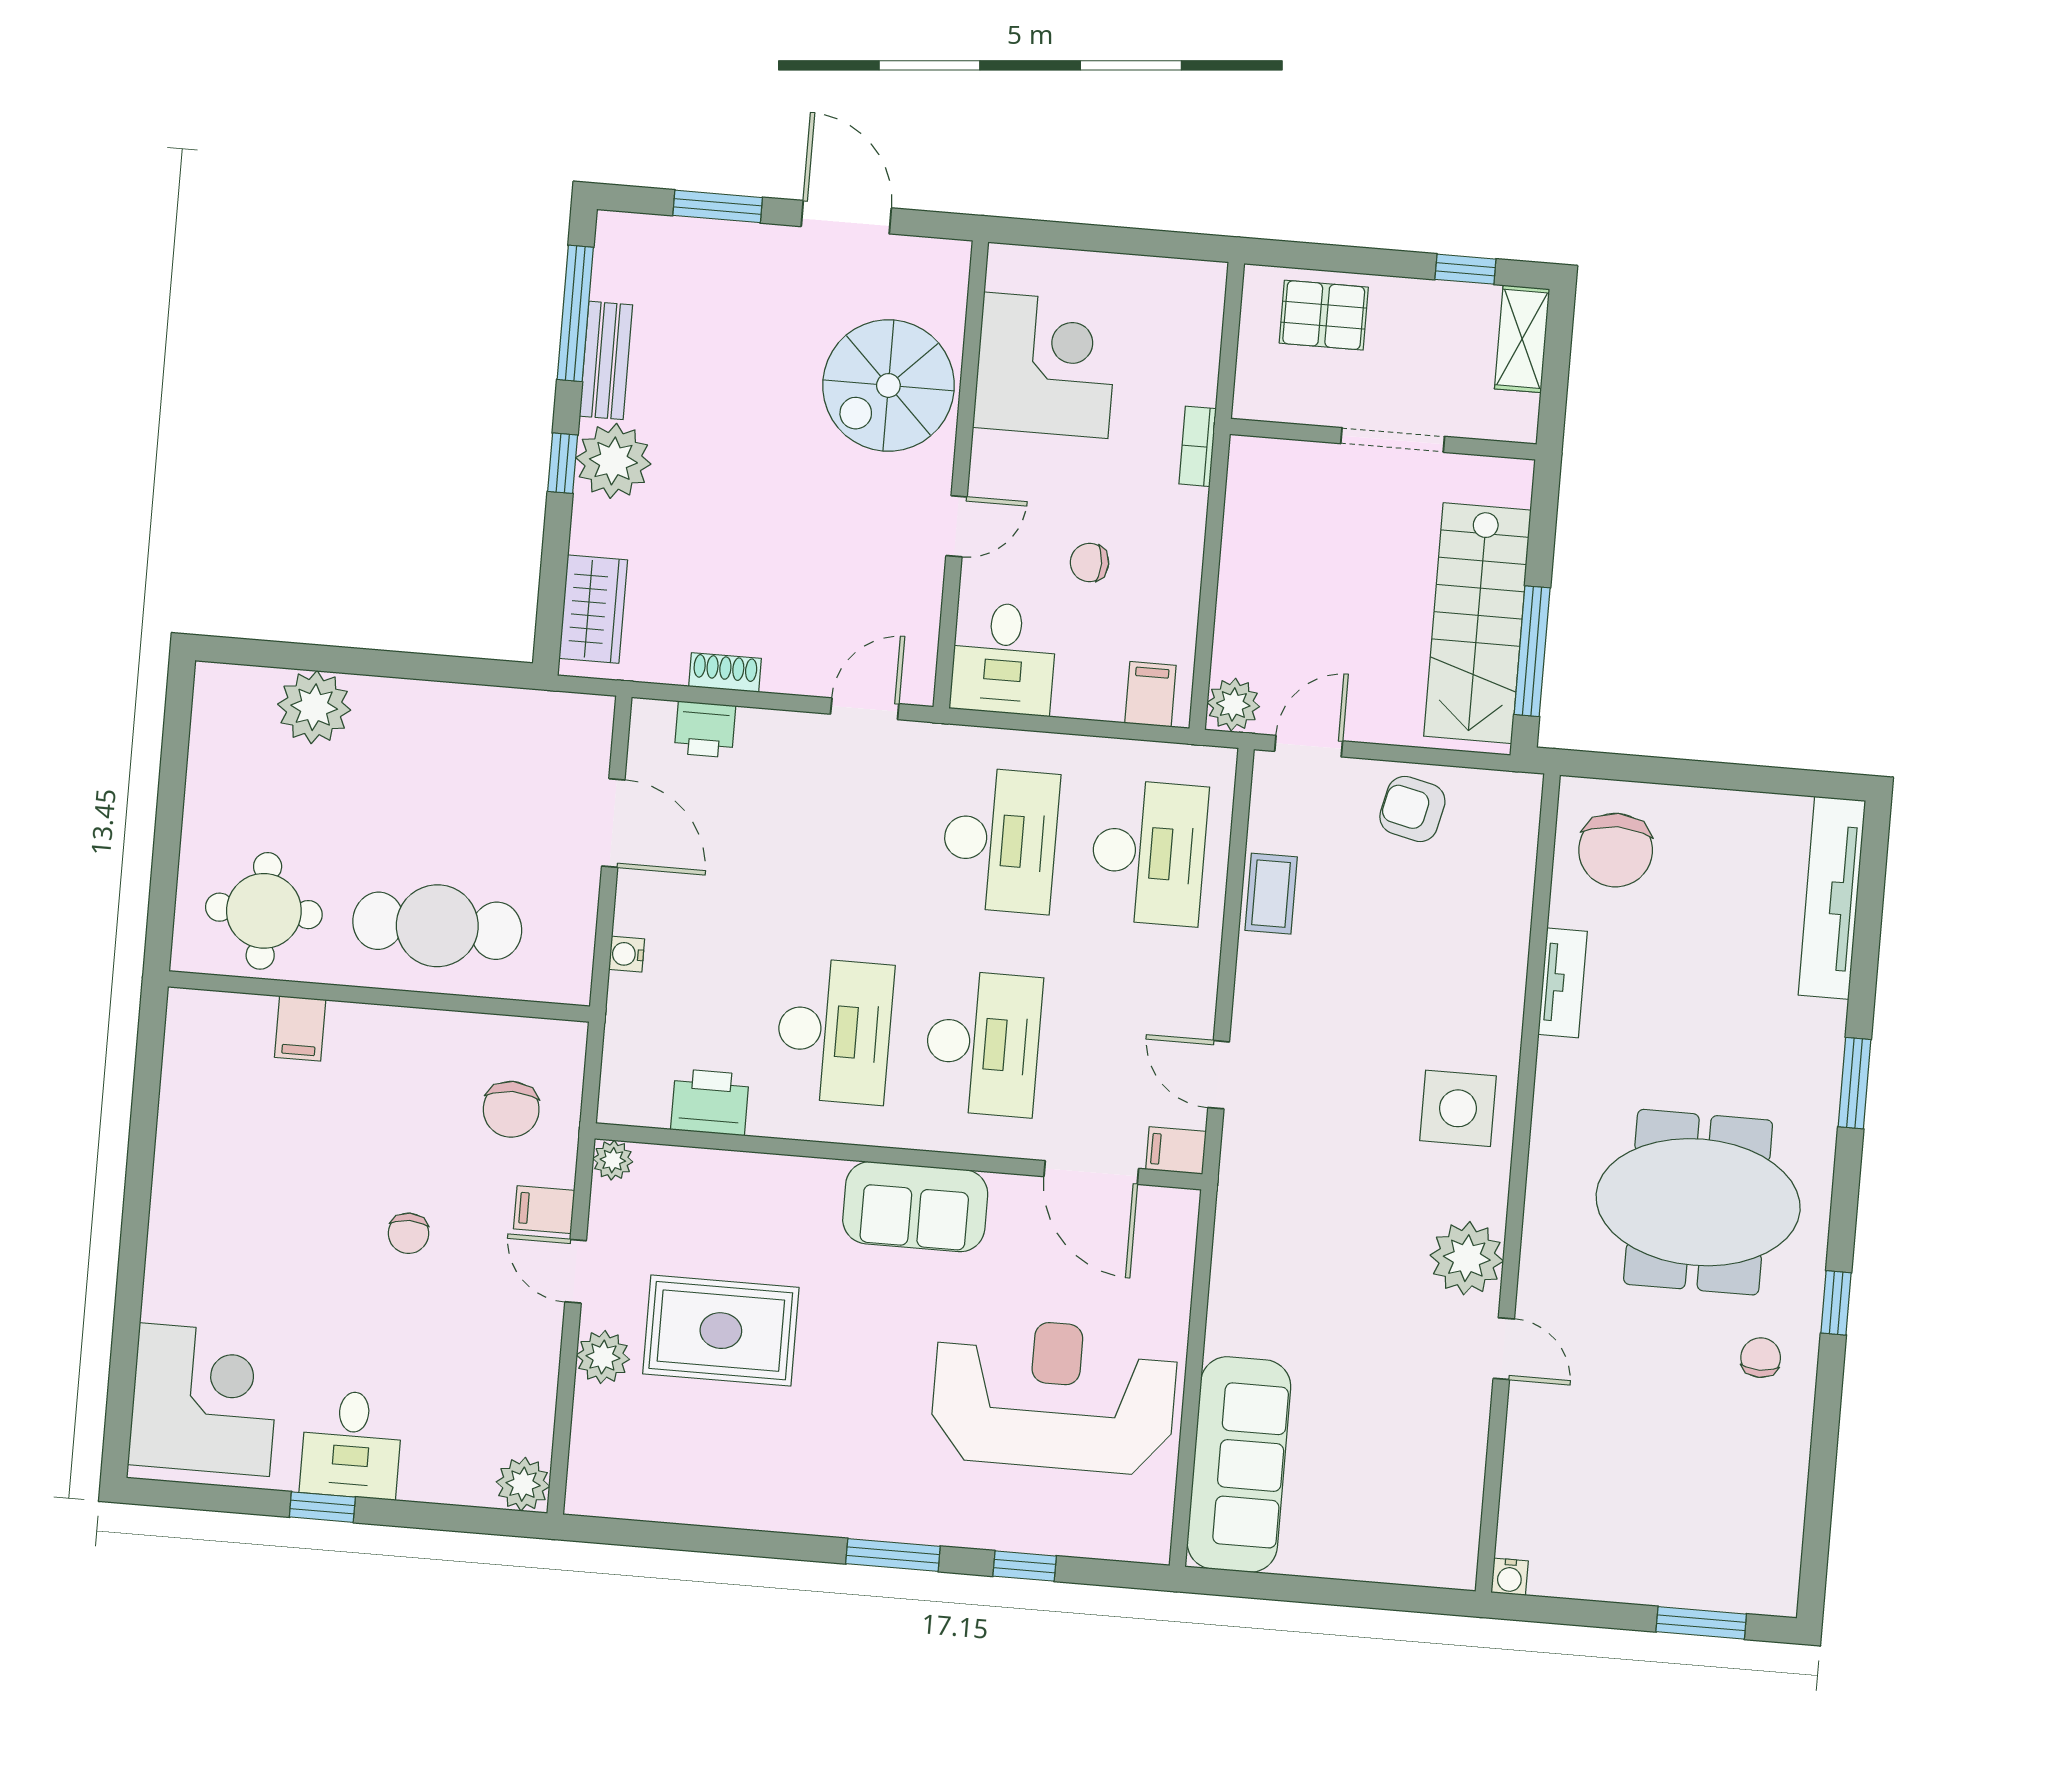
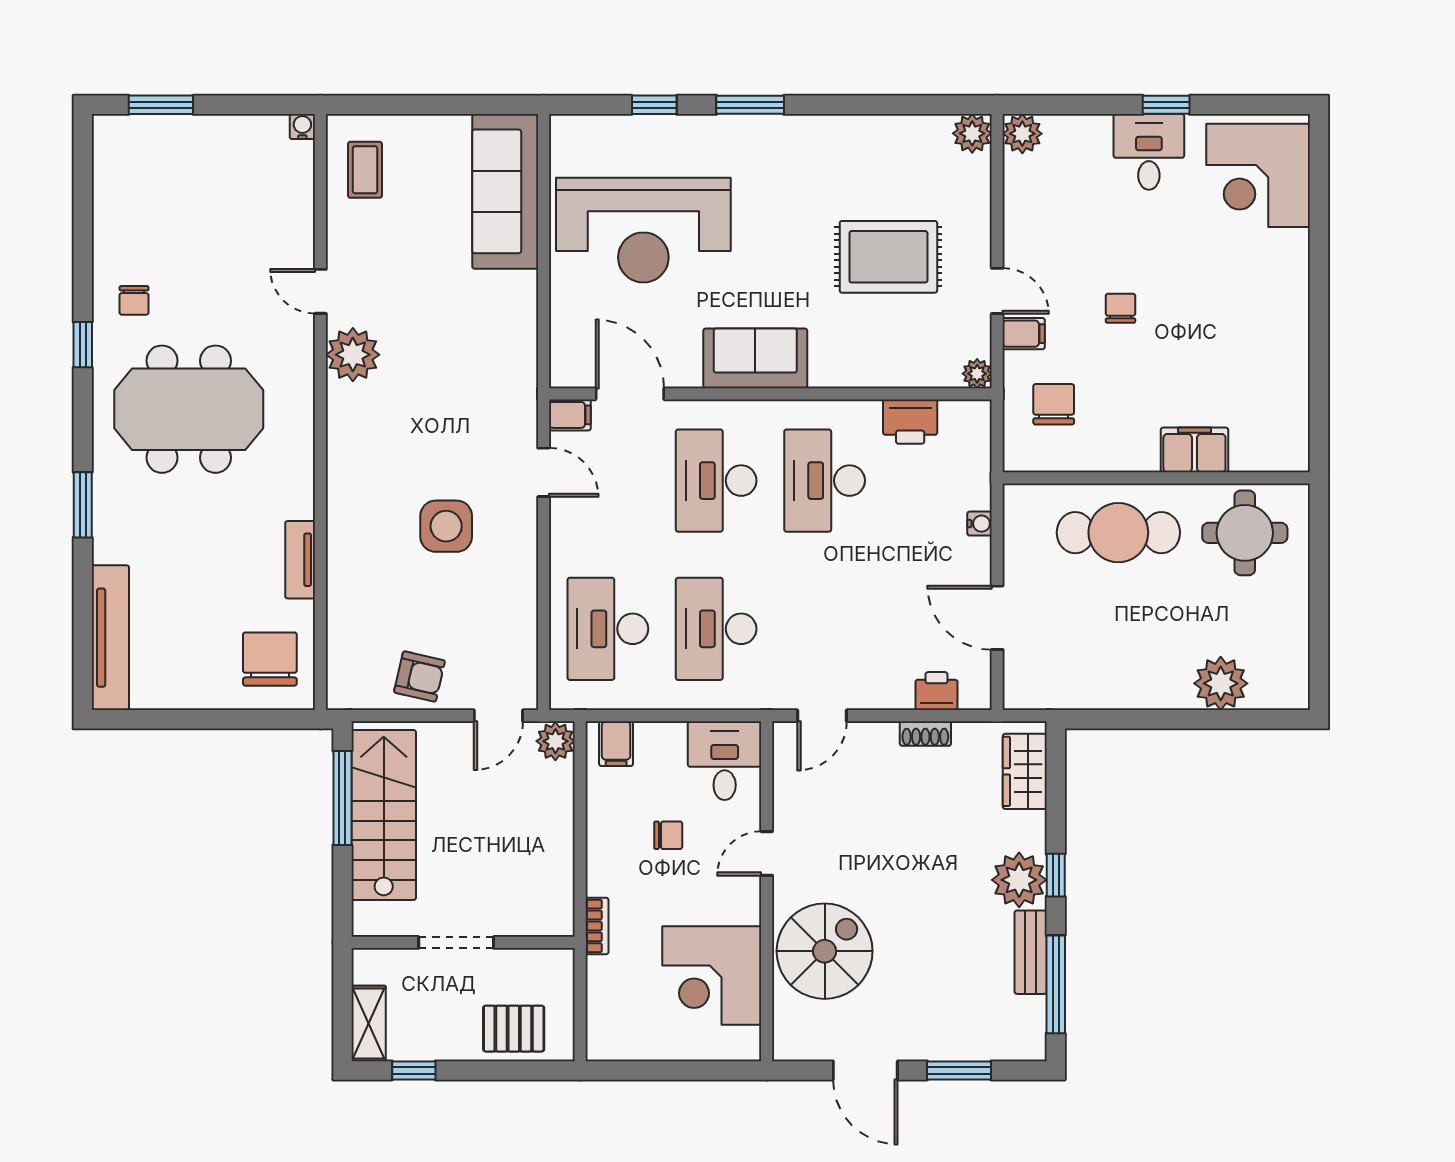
coffee table: (1271, 894) -> (365, 170), moved
filing cabinet: (300, 1028) -> (1194, 450), width x2.00
side table: (1458, 1108) -> (446, 526), moved
plant: (603, 1357) -> (972, 133), moved

